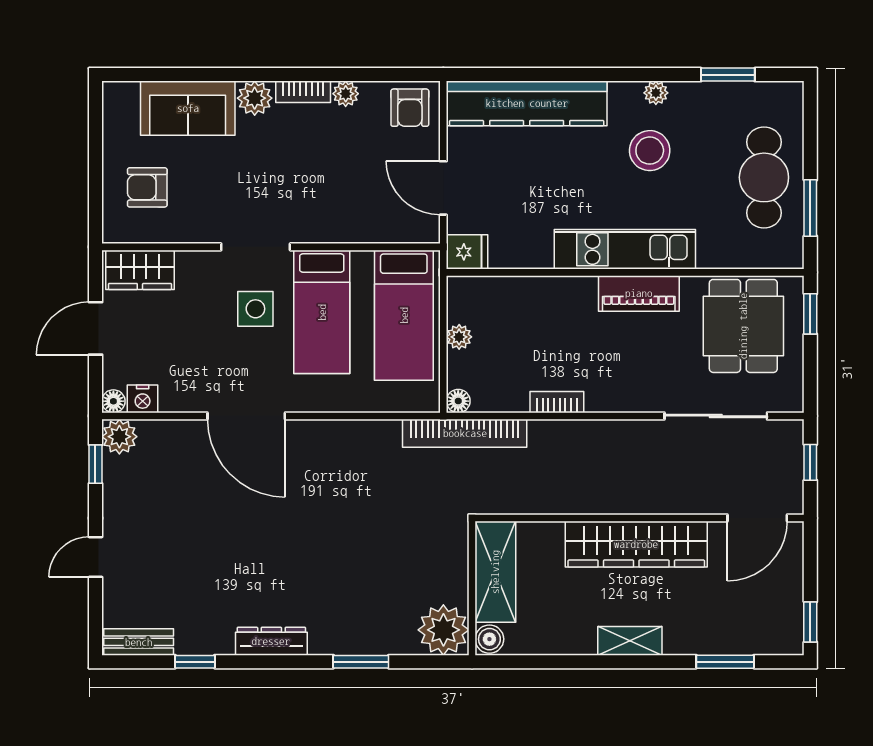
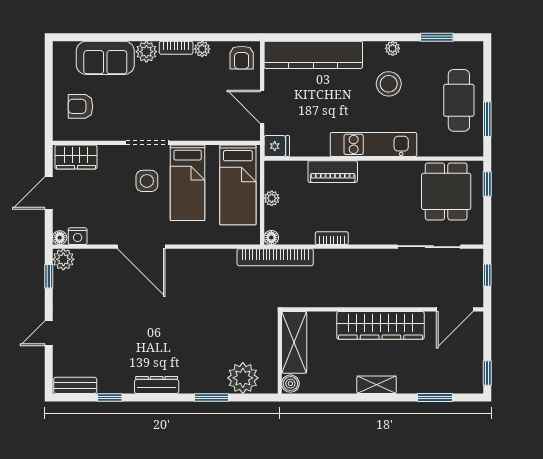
piano: (639, 293) -> (333, 172), moved
plant: (443, 630) -> (243, 378), moved

